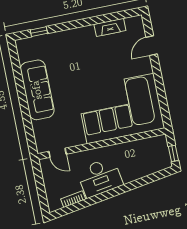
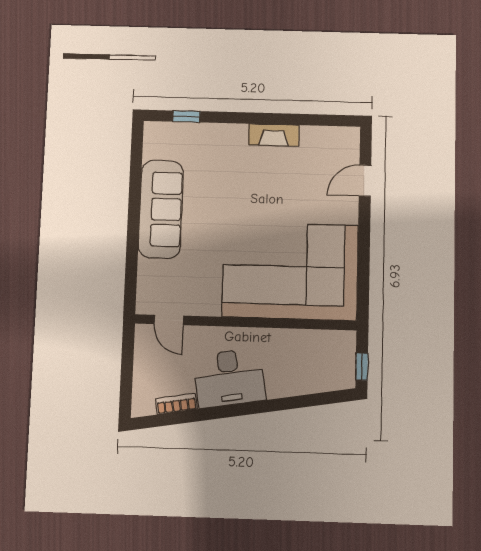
fireplace: (110, 27) -> (274, 135), moved

